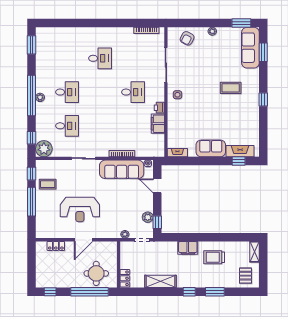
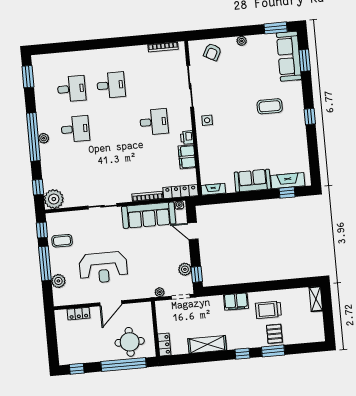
desk: (67, 126) -> (72, 89), moved
locker: (150, 152) -> (181, 192), added
plant: (42, 217) -> (58, 281), added
pallet: (246, 276) -> (274, 334), moved

